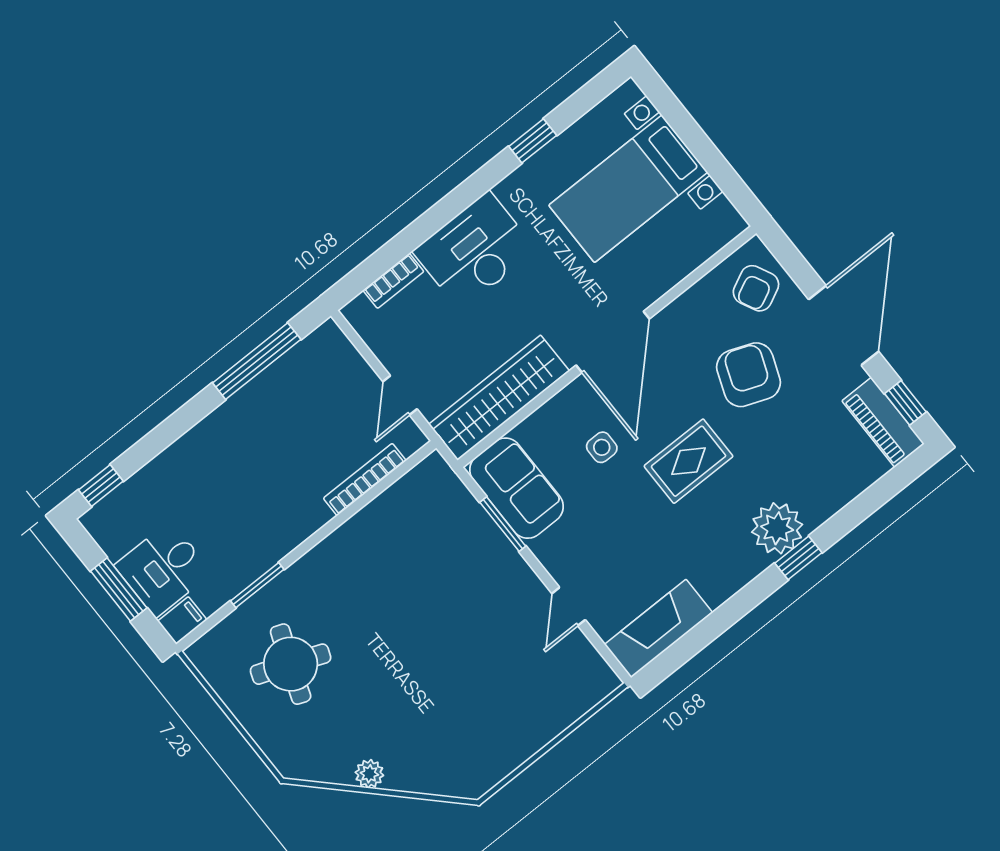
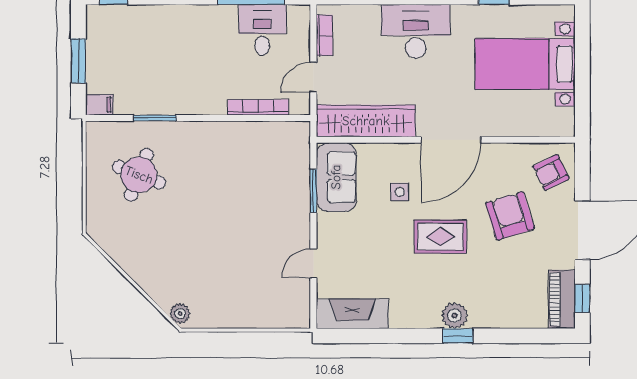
bookcase: (393, 281) -> (325, 35), moved, turned -90
armchair: (749, 375) -> (510, 216), turned -38
plant: (777, 528) -> (455, 316), width x0.73, depth x0.73
desk: (163, 569) -> (262, 30), moved, turned 90
plant: (369, 774) -> (180, 313), moved

